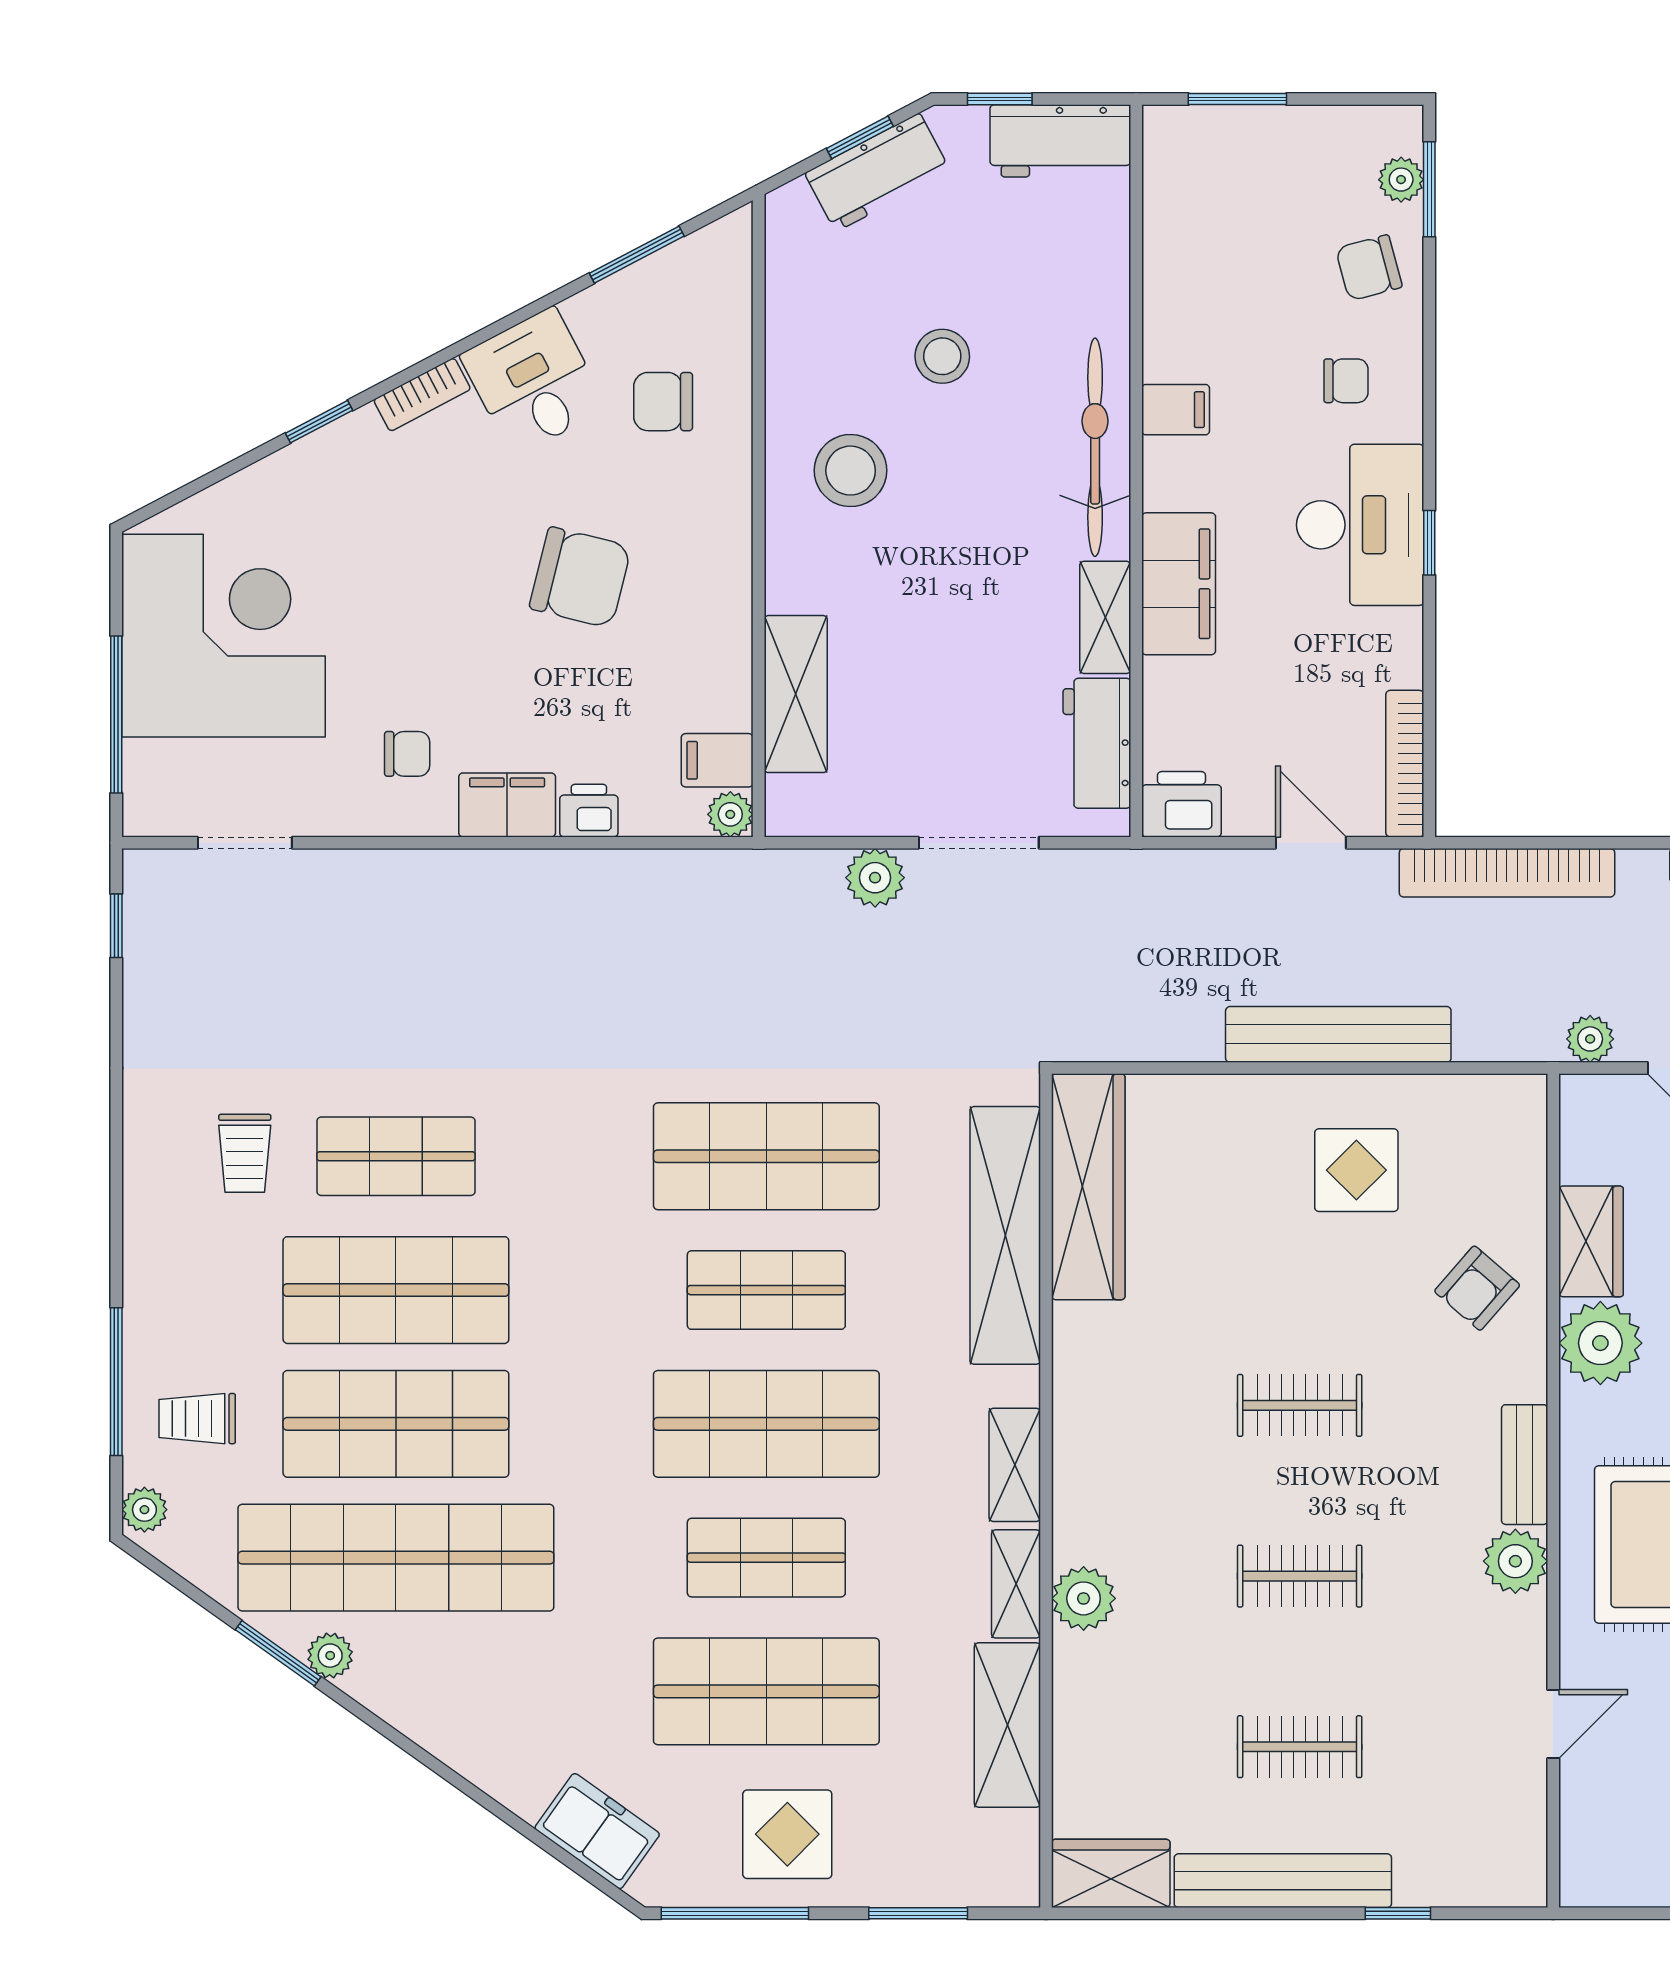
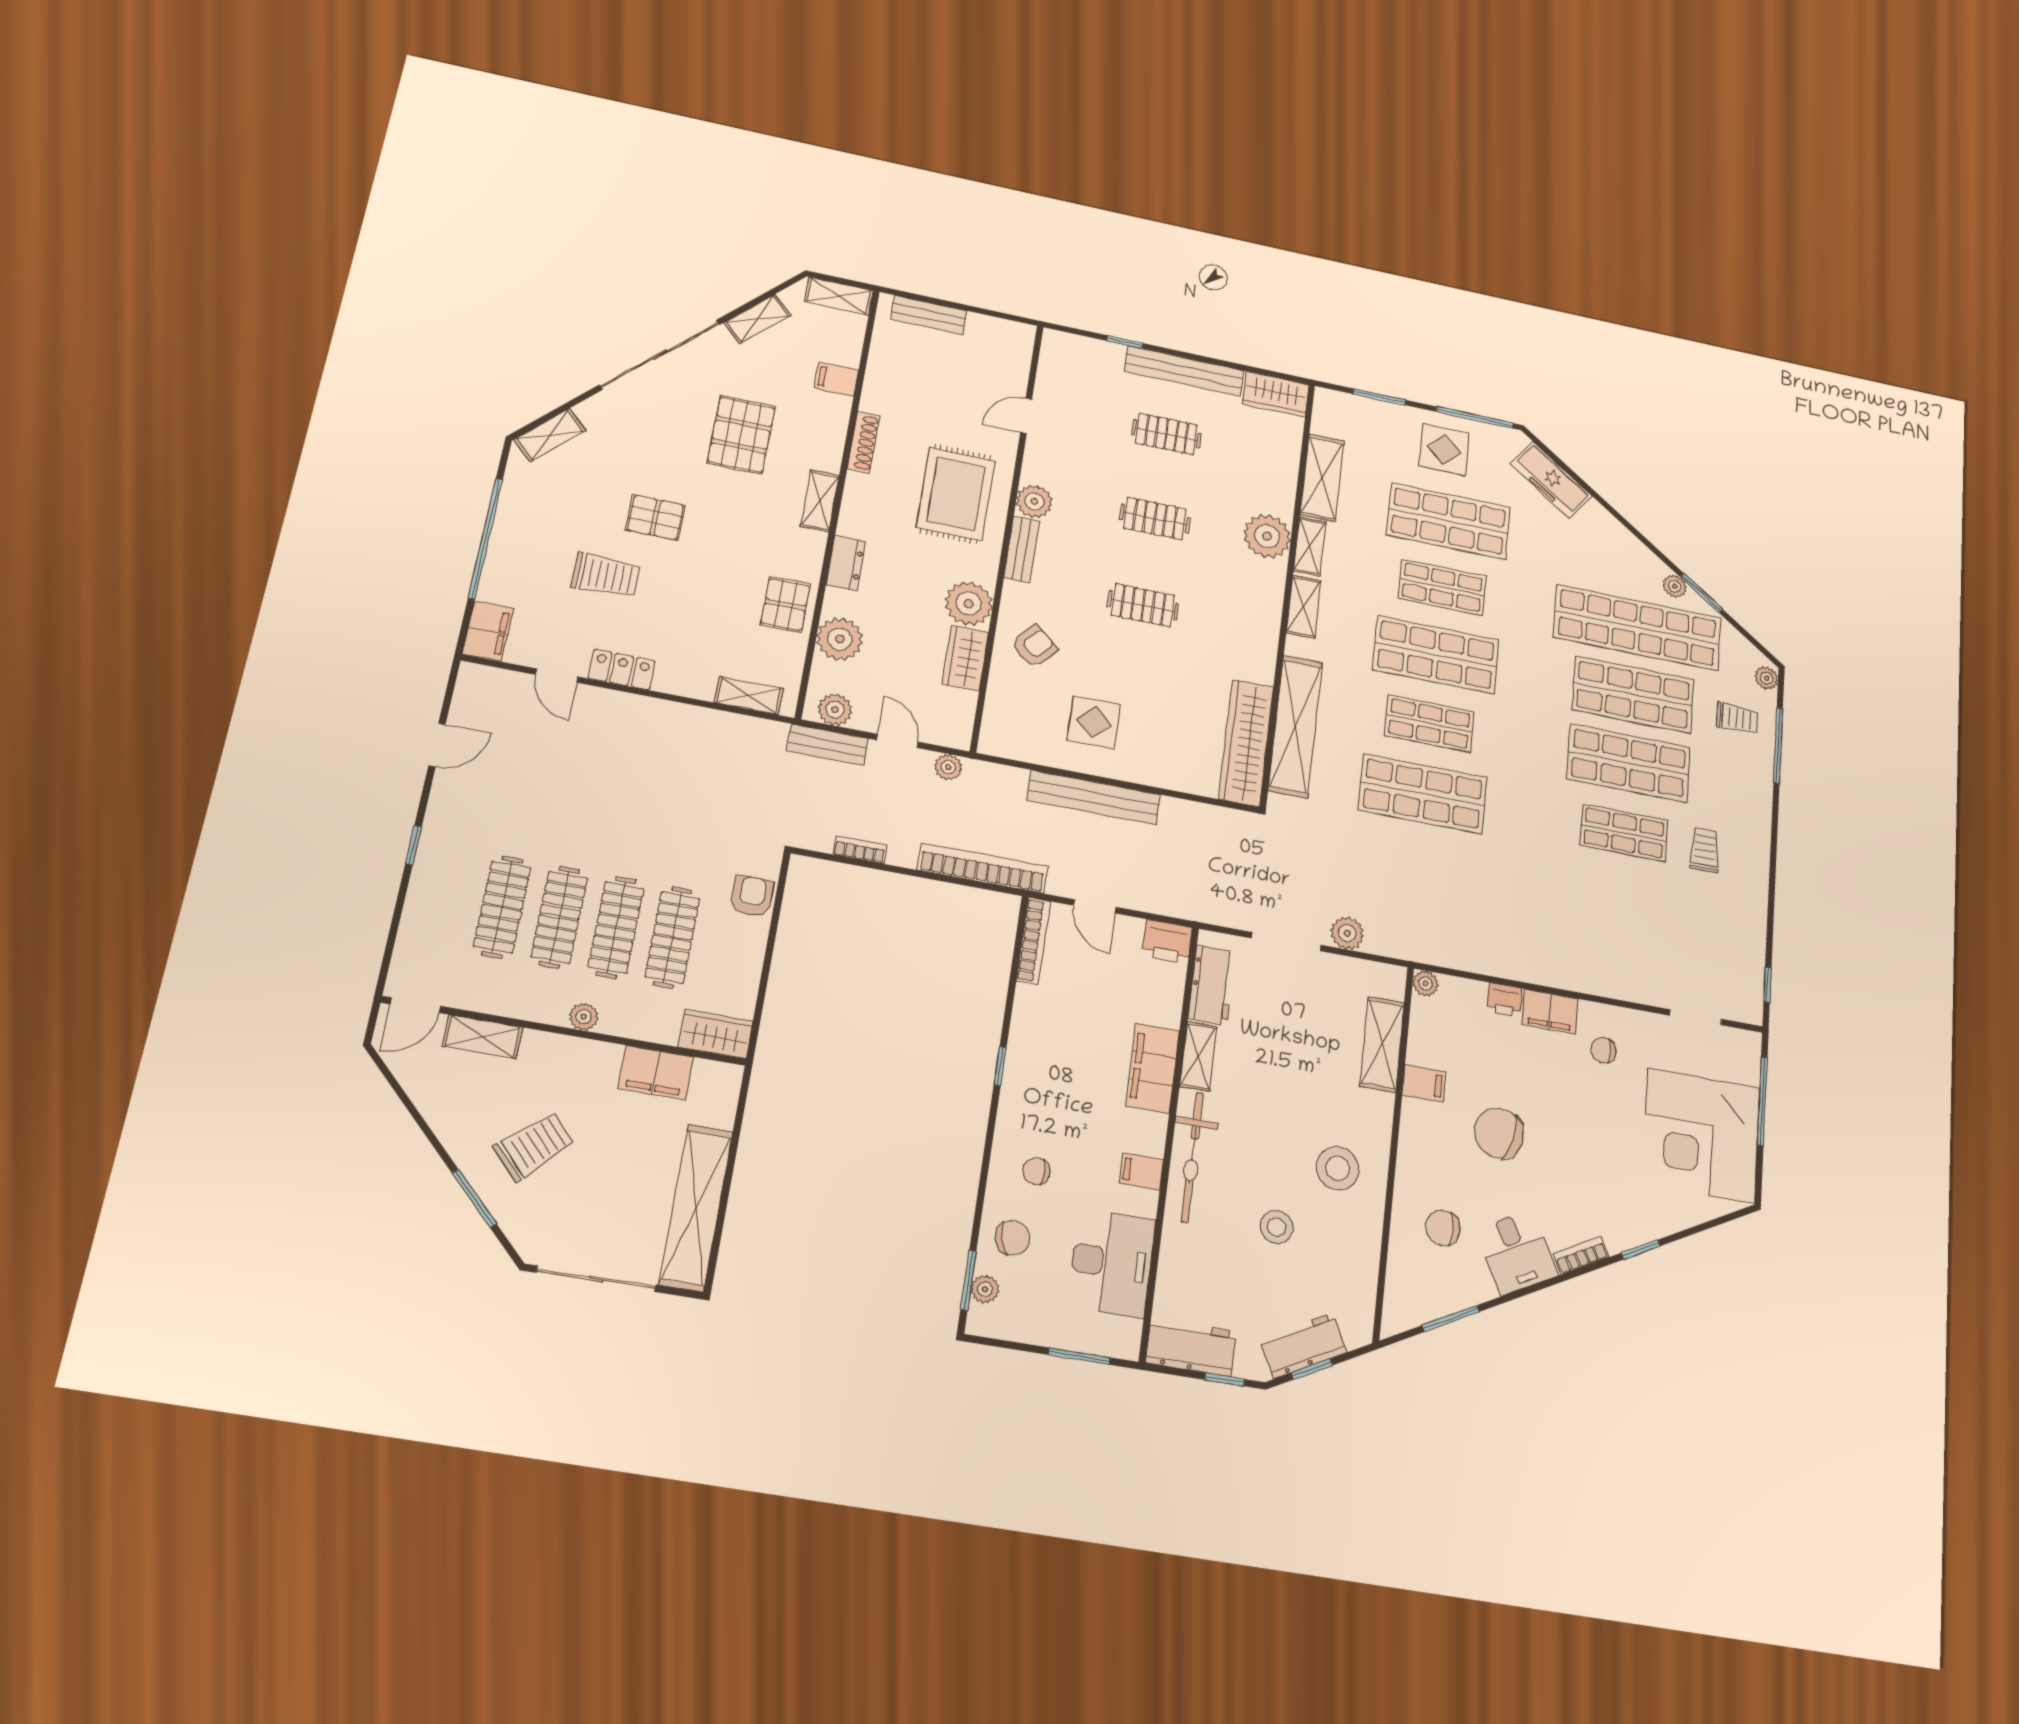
chair: (663, 402) -> (1443, 1228), turned 180
desk: (1360, 525) -> (1111, 1263), moved, turned 180
filing cabinet: (717, 760) -> (1424, 1083), moved
plant: (1084, 1598) -> (1267, 536), width x1.36, depth x1.36
freezer: (597, 1831) -> (1551, 480), width x1.40

